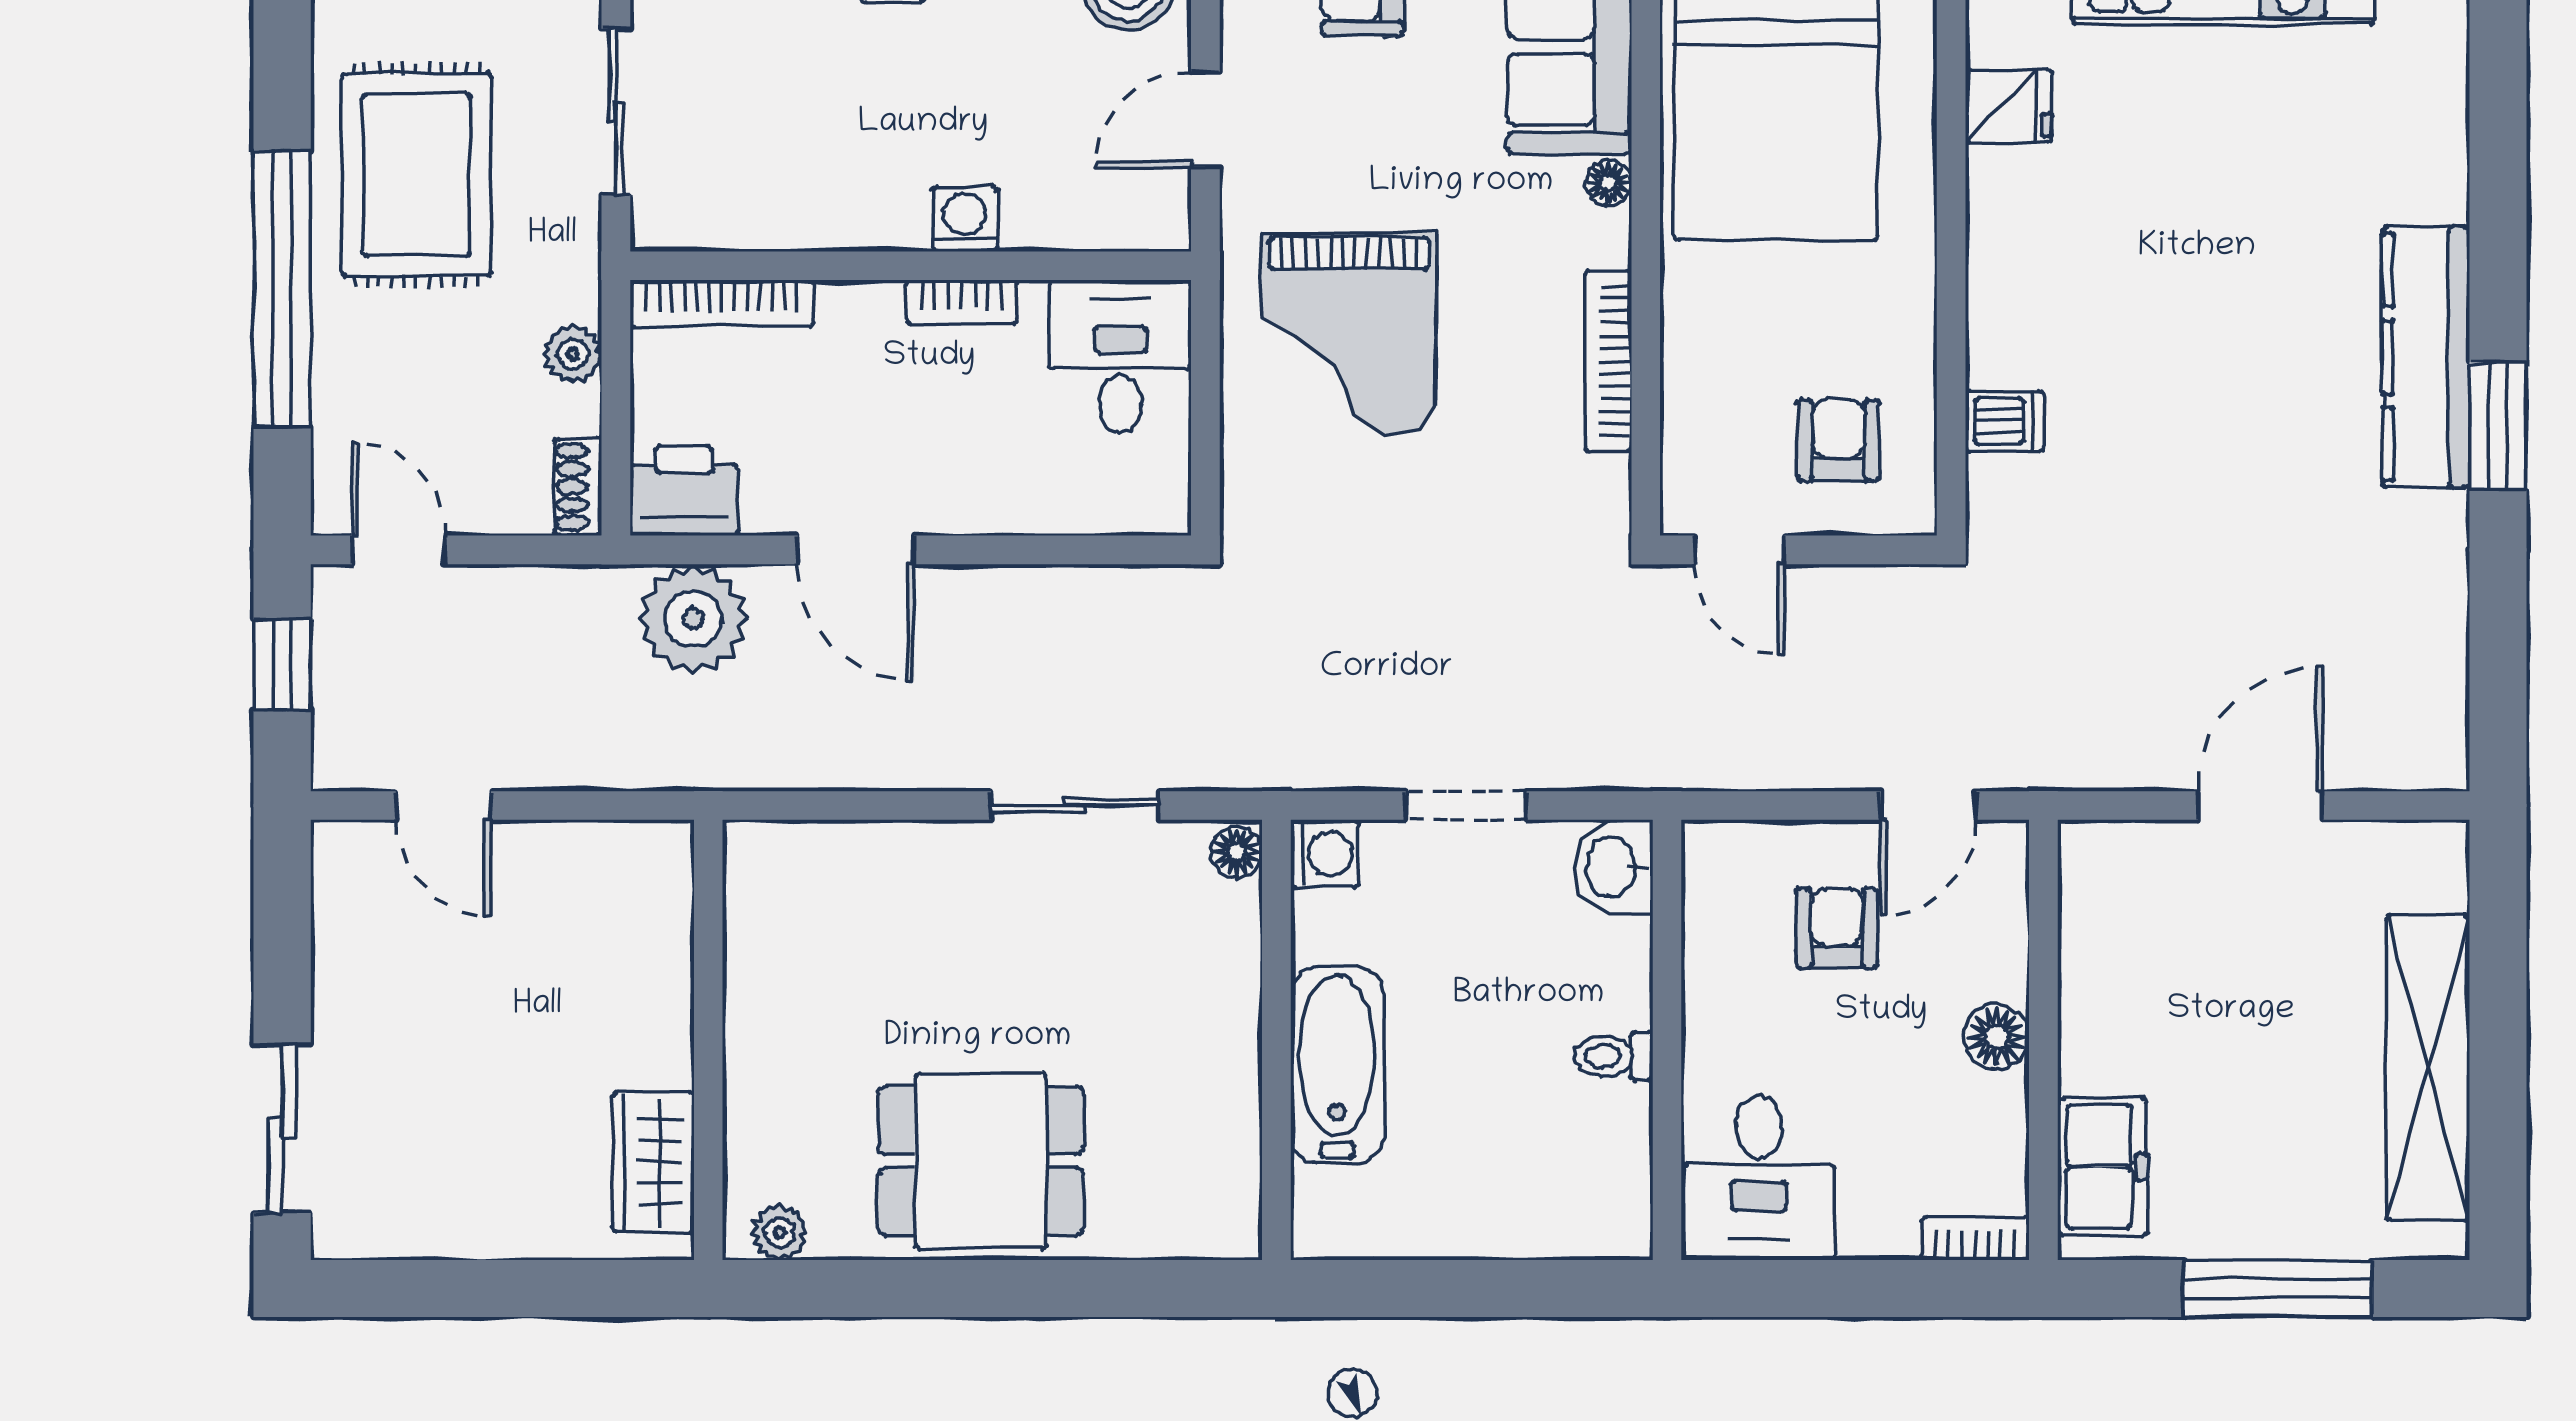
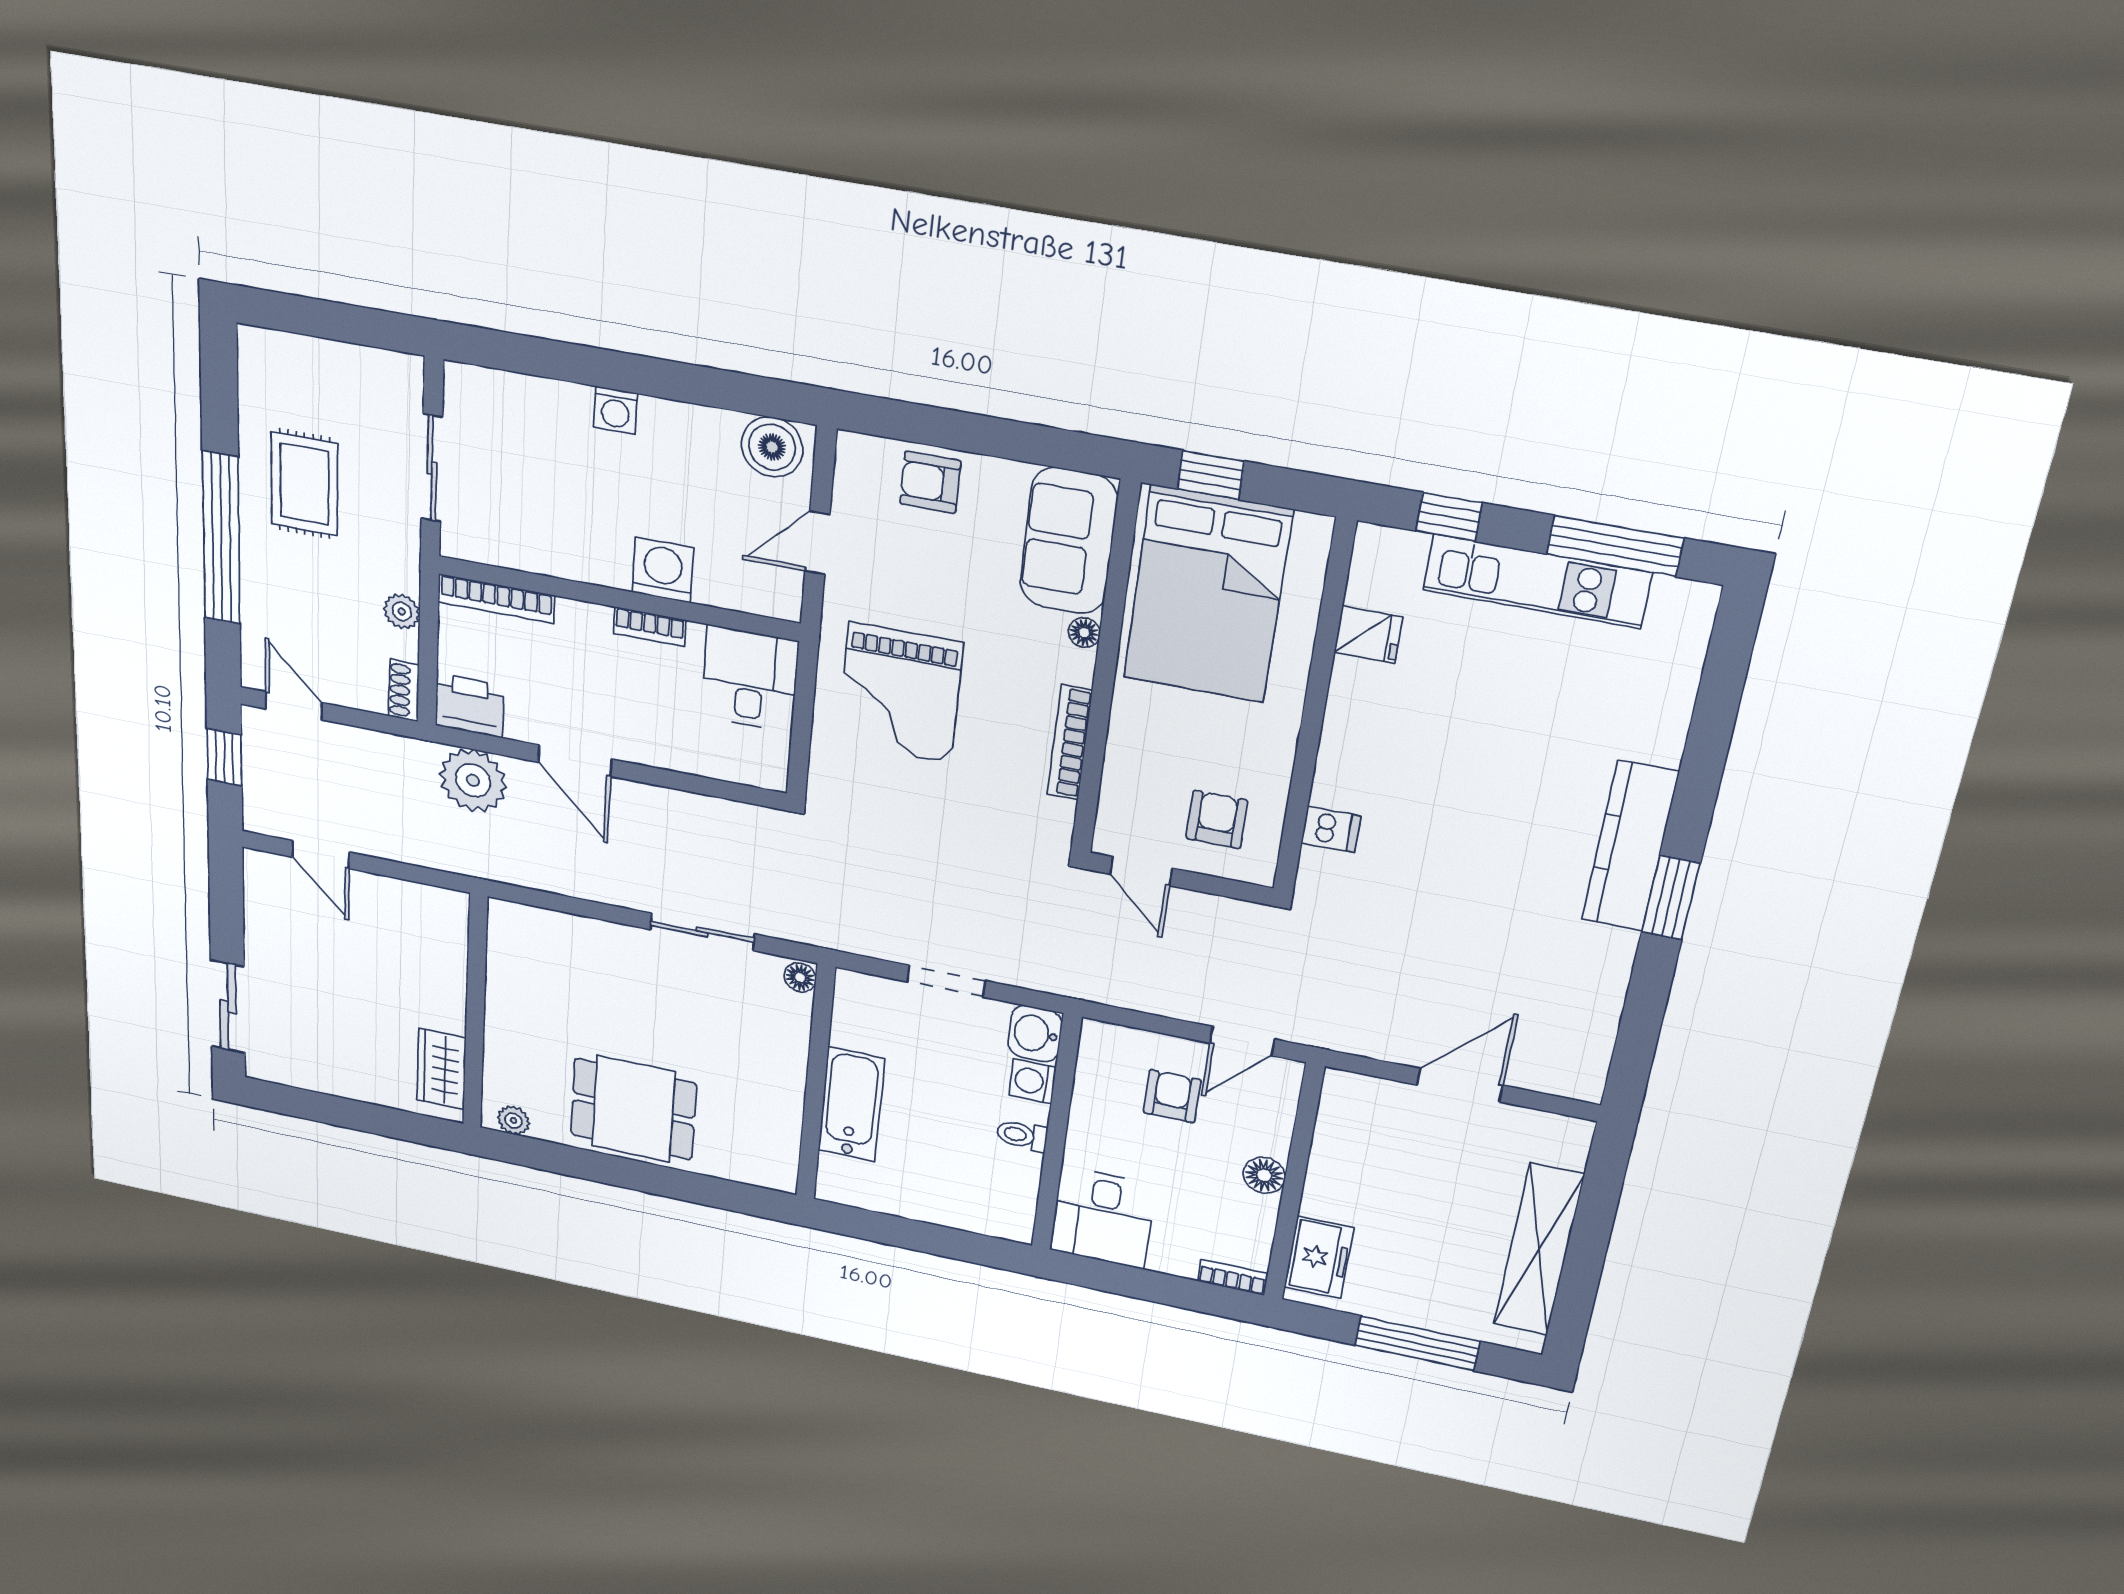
rug: (416, 175) -> (304, 484), width x0.73, depth x0.70
washing machine: (965, 219) -> (663, 570), width x1.38, depth x1.38
washing machine: (1325, 854) -> (1032, 1081), moved, turned 180

